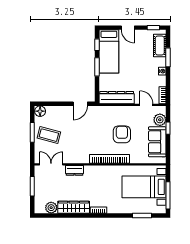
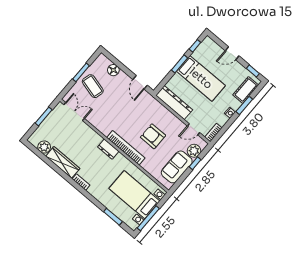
door: (128, 28) -> (232, 53), hinge flipped
bed: (109, 51) -> (201, 78), moved, turned -90
door: (80, 104) -> (140, 82), hinge flipped
door: (146, 105) -> (194, 129), swing flipped
floor lamp: (40, 111) -> (113, 70), moved
armchair: (122, 134) -> (153, 136), turned -90
dresser: (75, 170) -> (108, 149), moved

